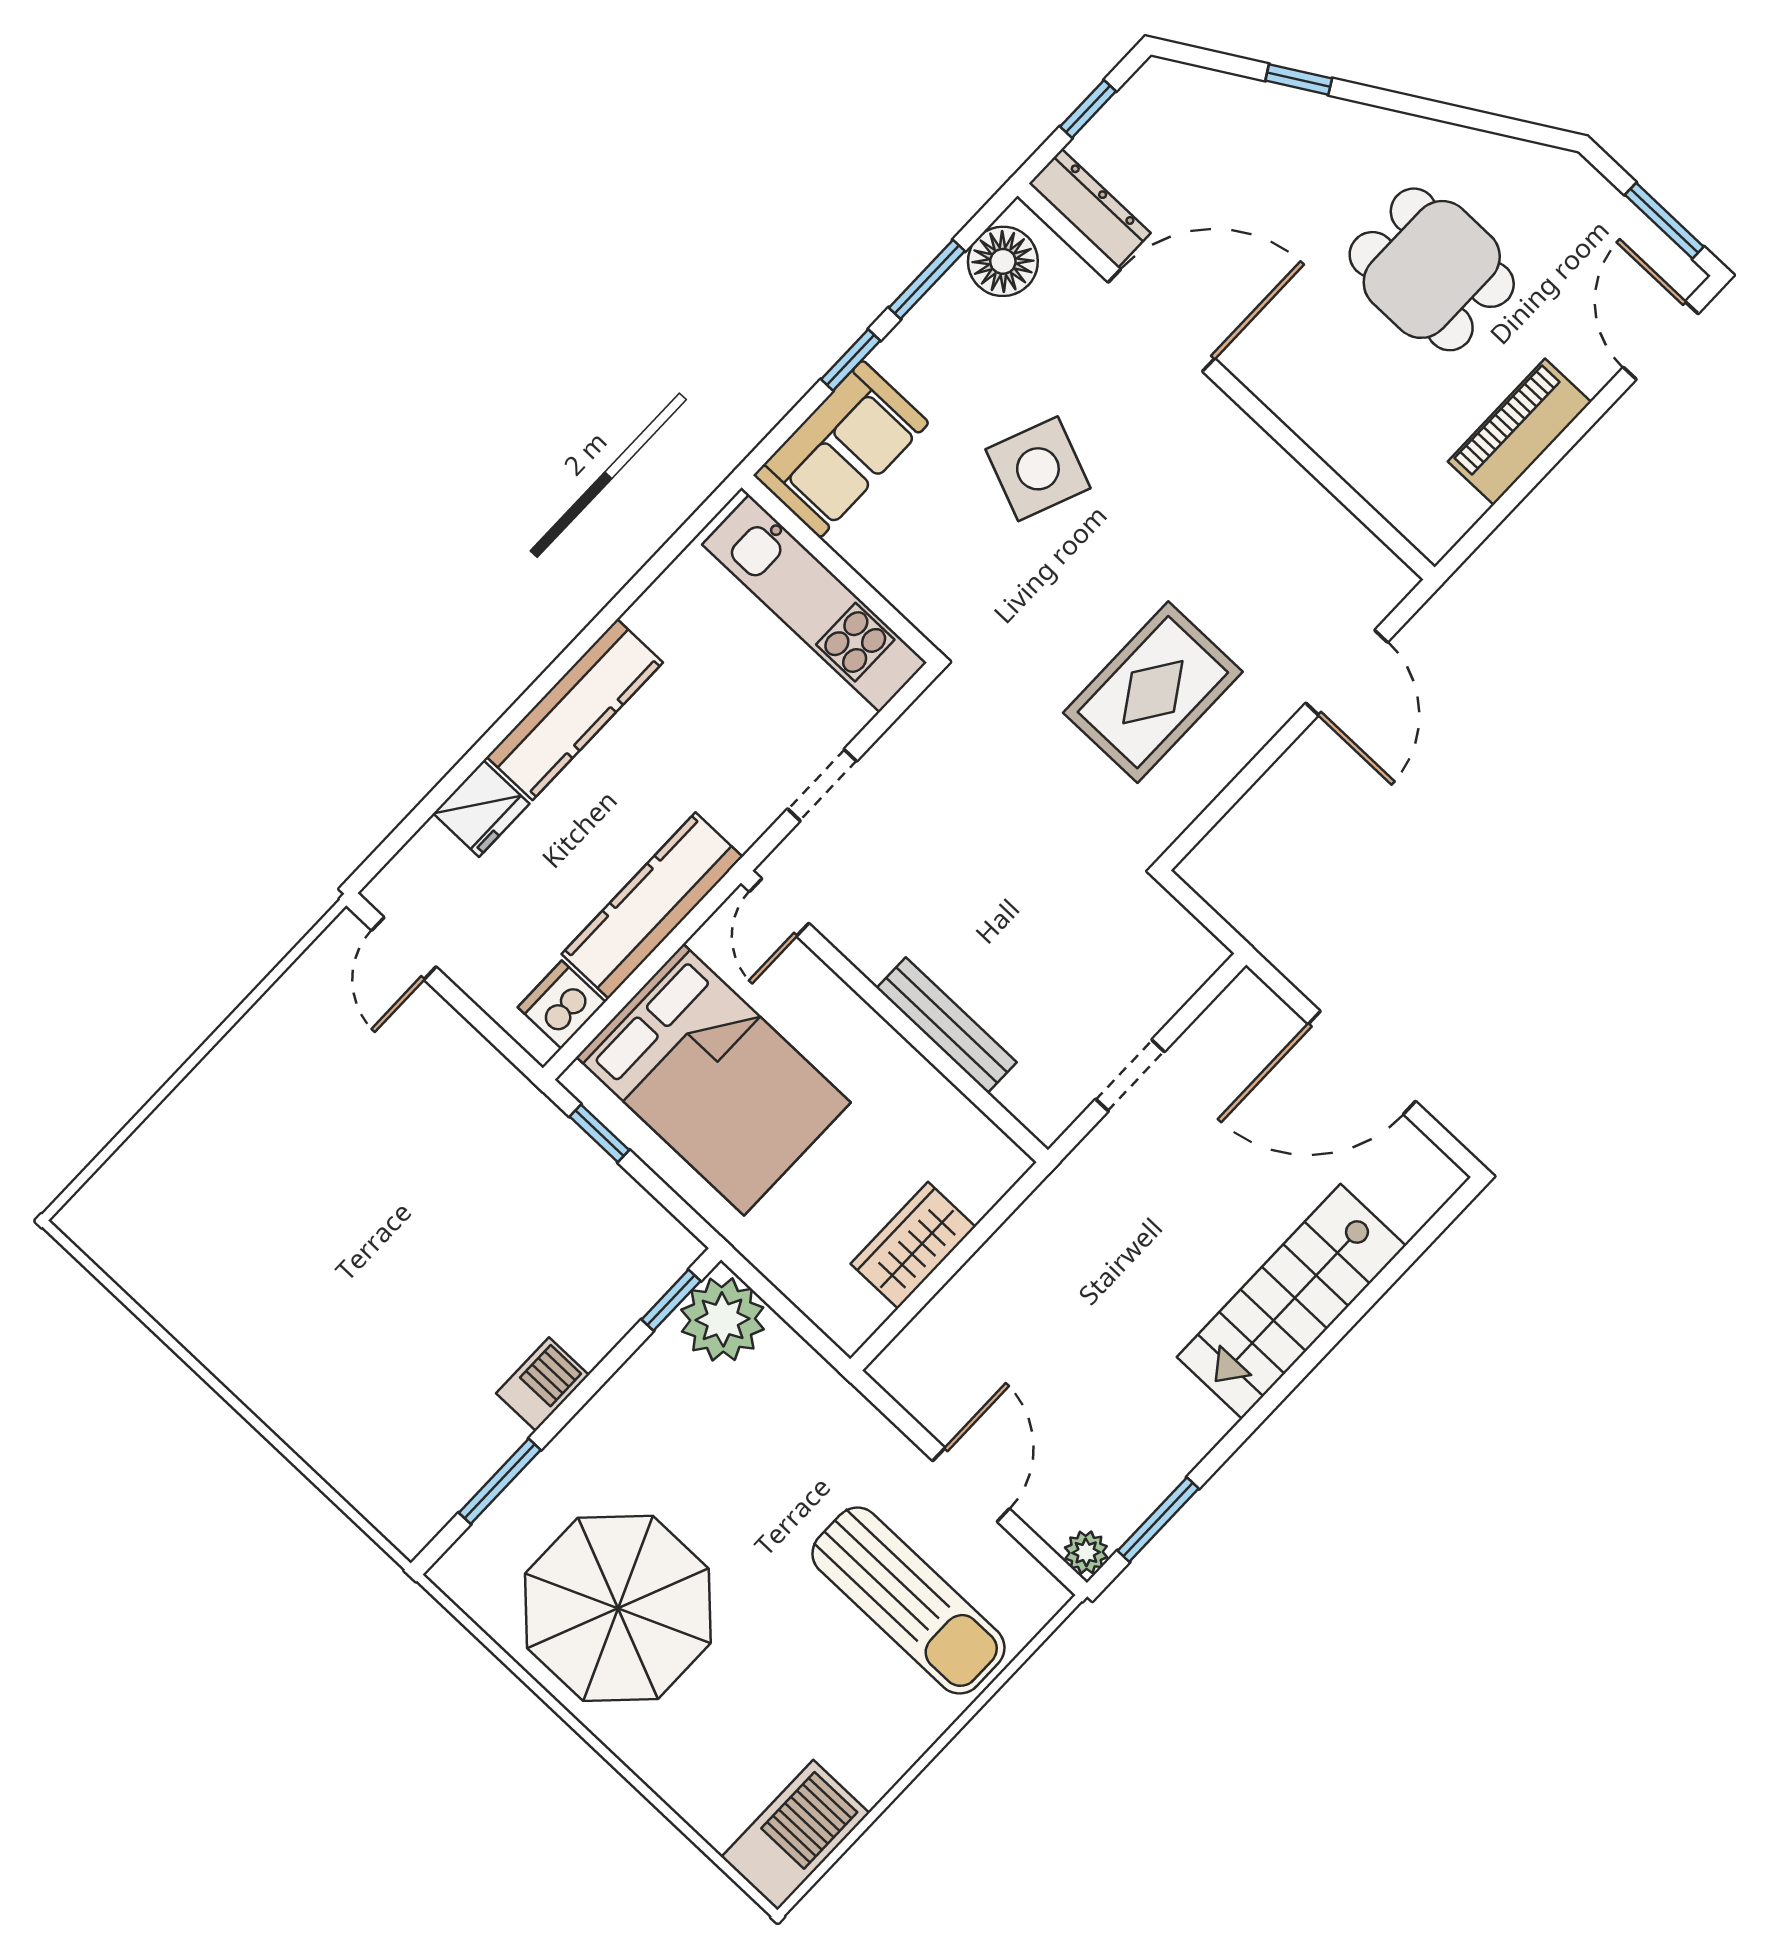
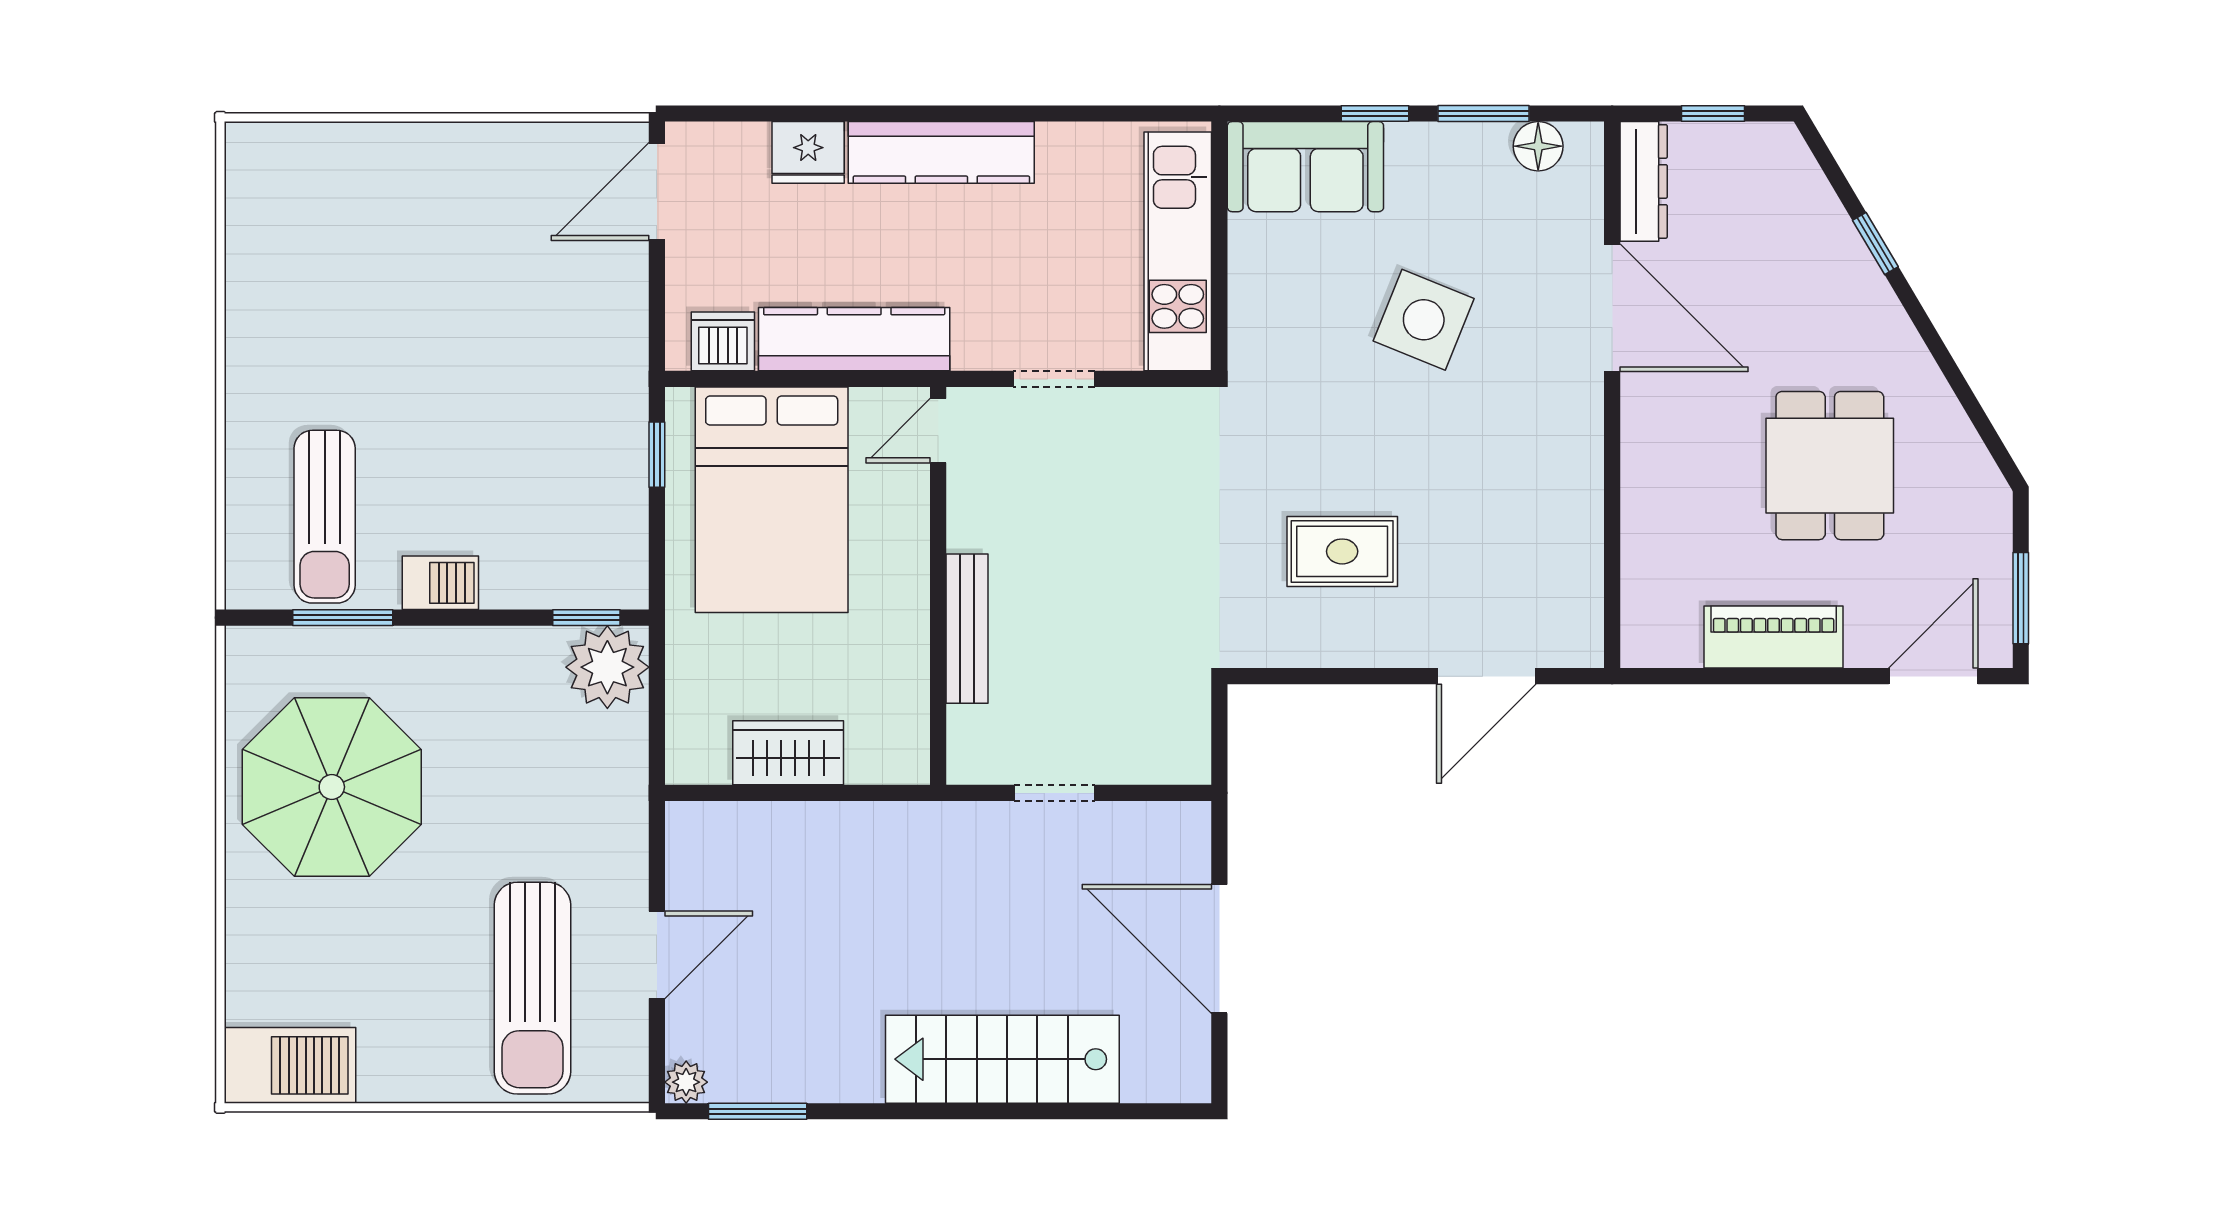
floor lamp: (1003, 261) -> (1538, 146), width x0.73, depth x0.73
rug: (1153, 692) -> (1342, 551), width x0.73, depth x0.70
door: (404, 948) -> (657, 192), width x1.38
sun lounger: (412, 1424) -> (325, 517), added

